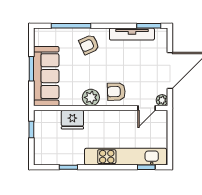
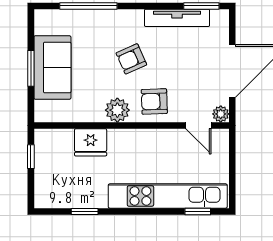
armchair: (89, 45) -> (131, 59), moved
sofa: (46, 76) -> (52, 67), width x0.73
door: (147, 108) -> (198, 125), hinge flipped

